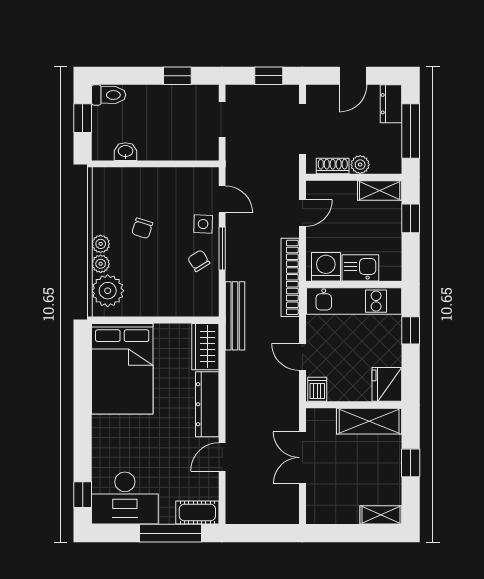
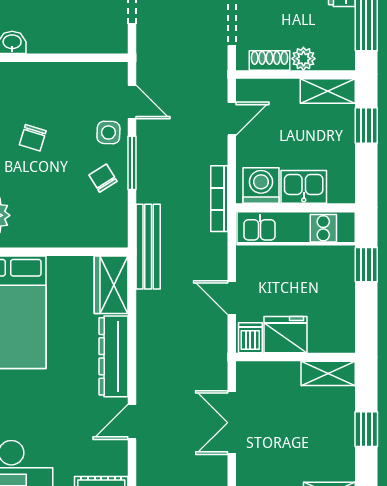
bookcase: (290, 277) -> (219, 199), width x0.68, depth x0.76
fridge: (387, 384) -> (285, 335), moved, turned 90
shelving: (369, 421) -> (328, 373), width x0.67, depth x0.75

